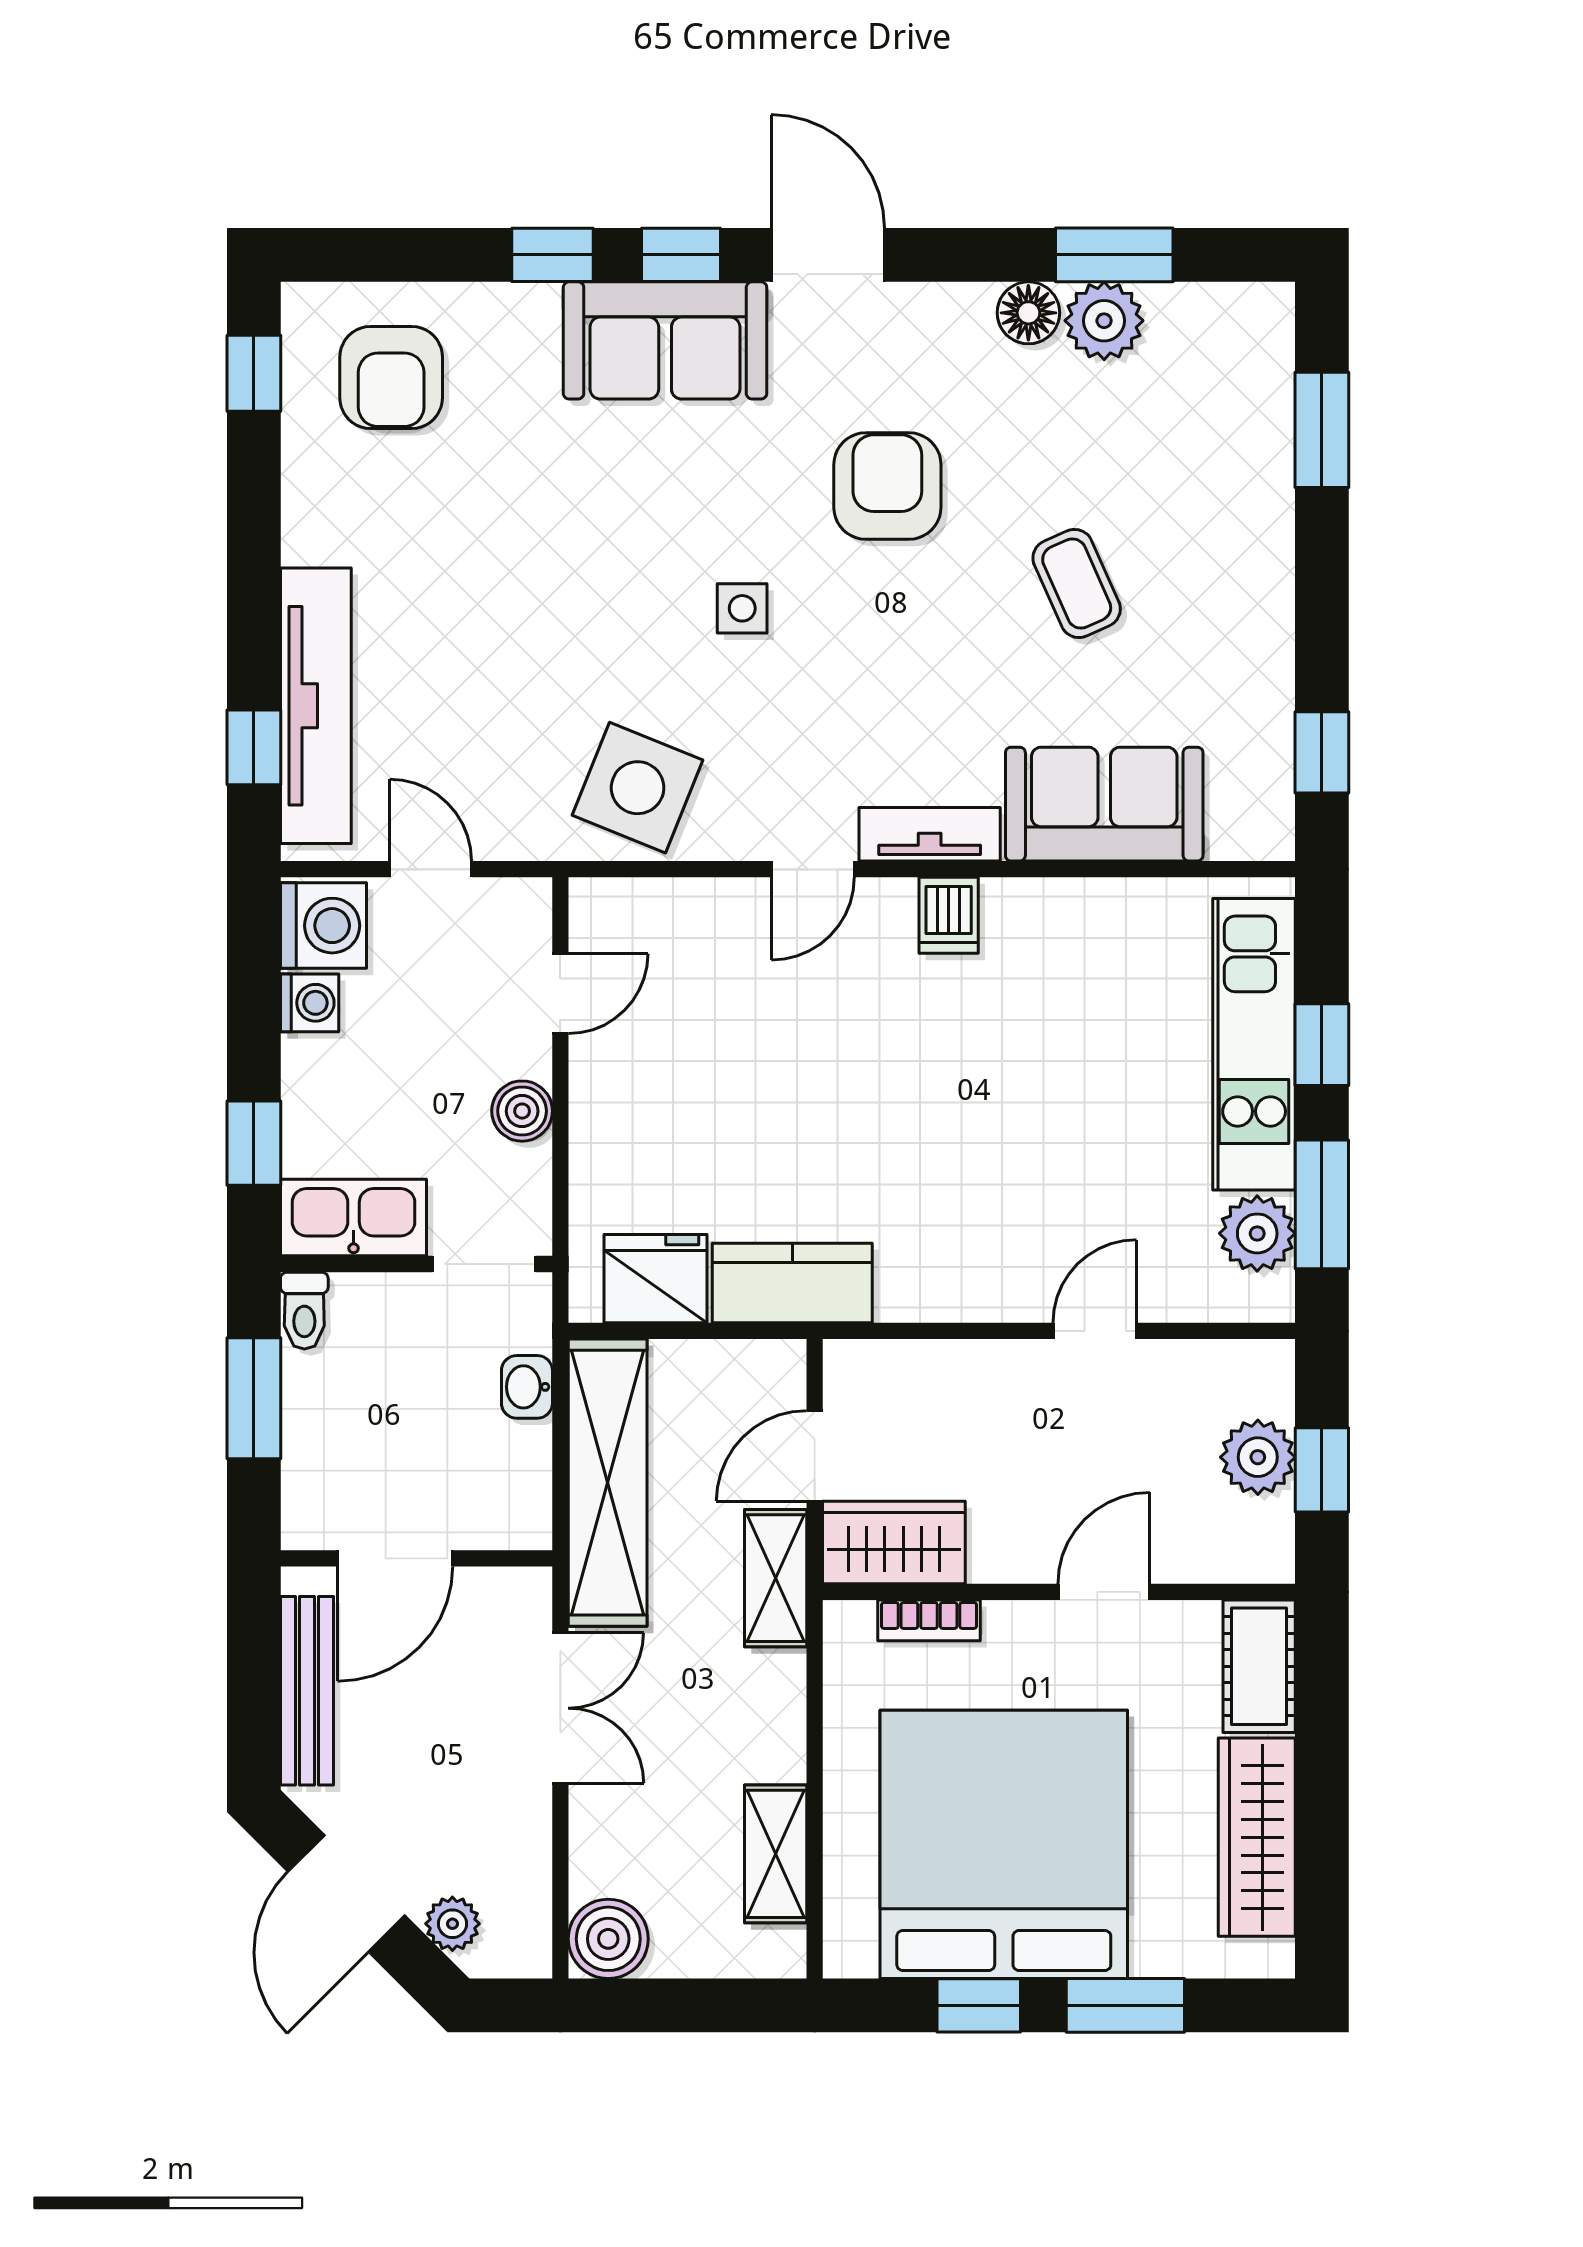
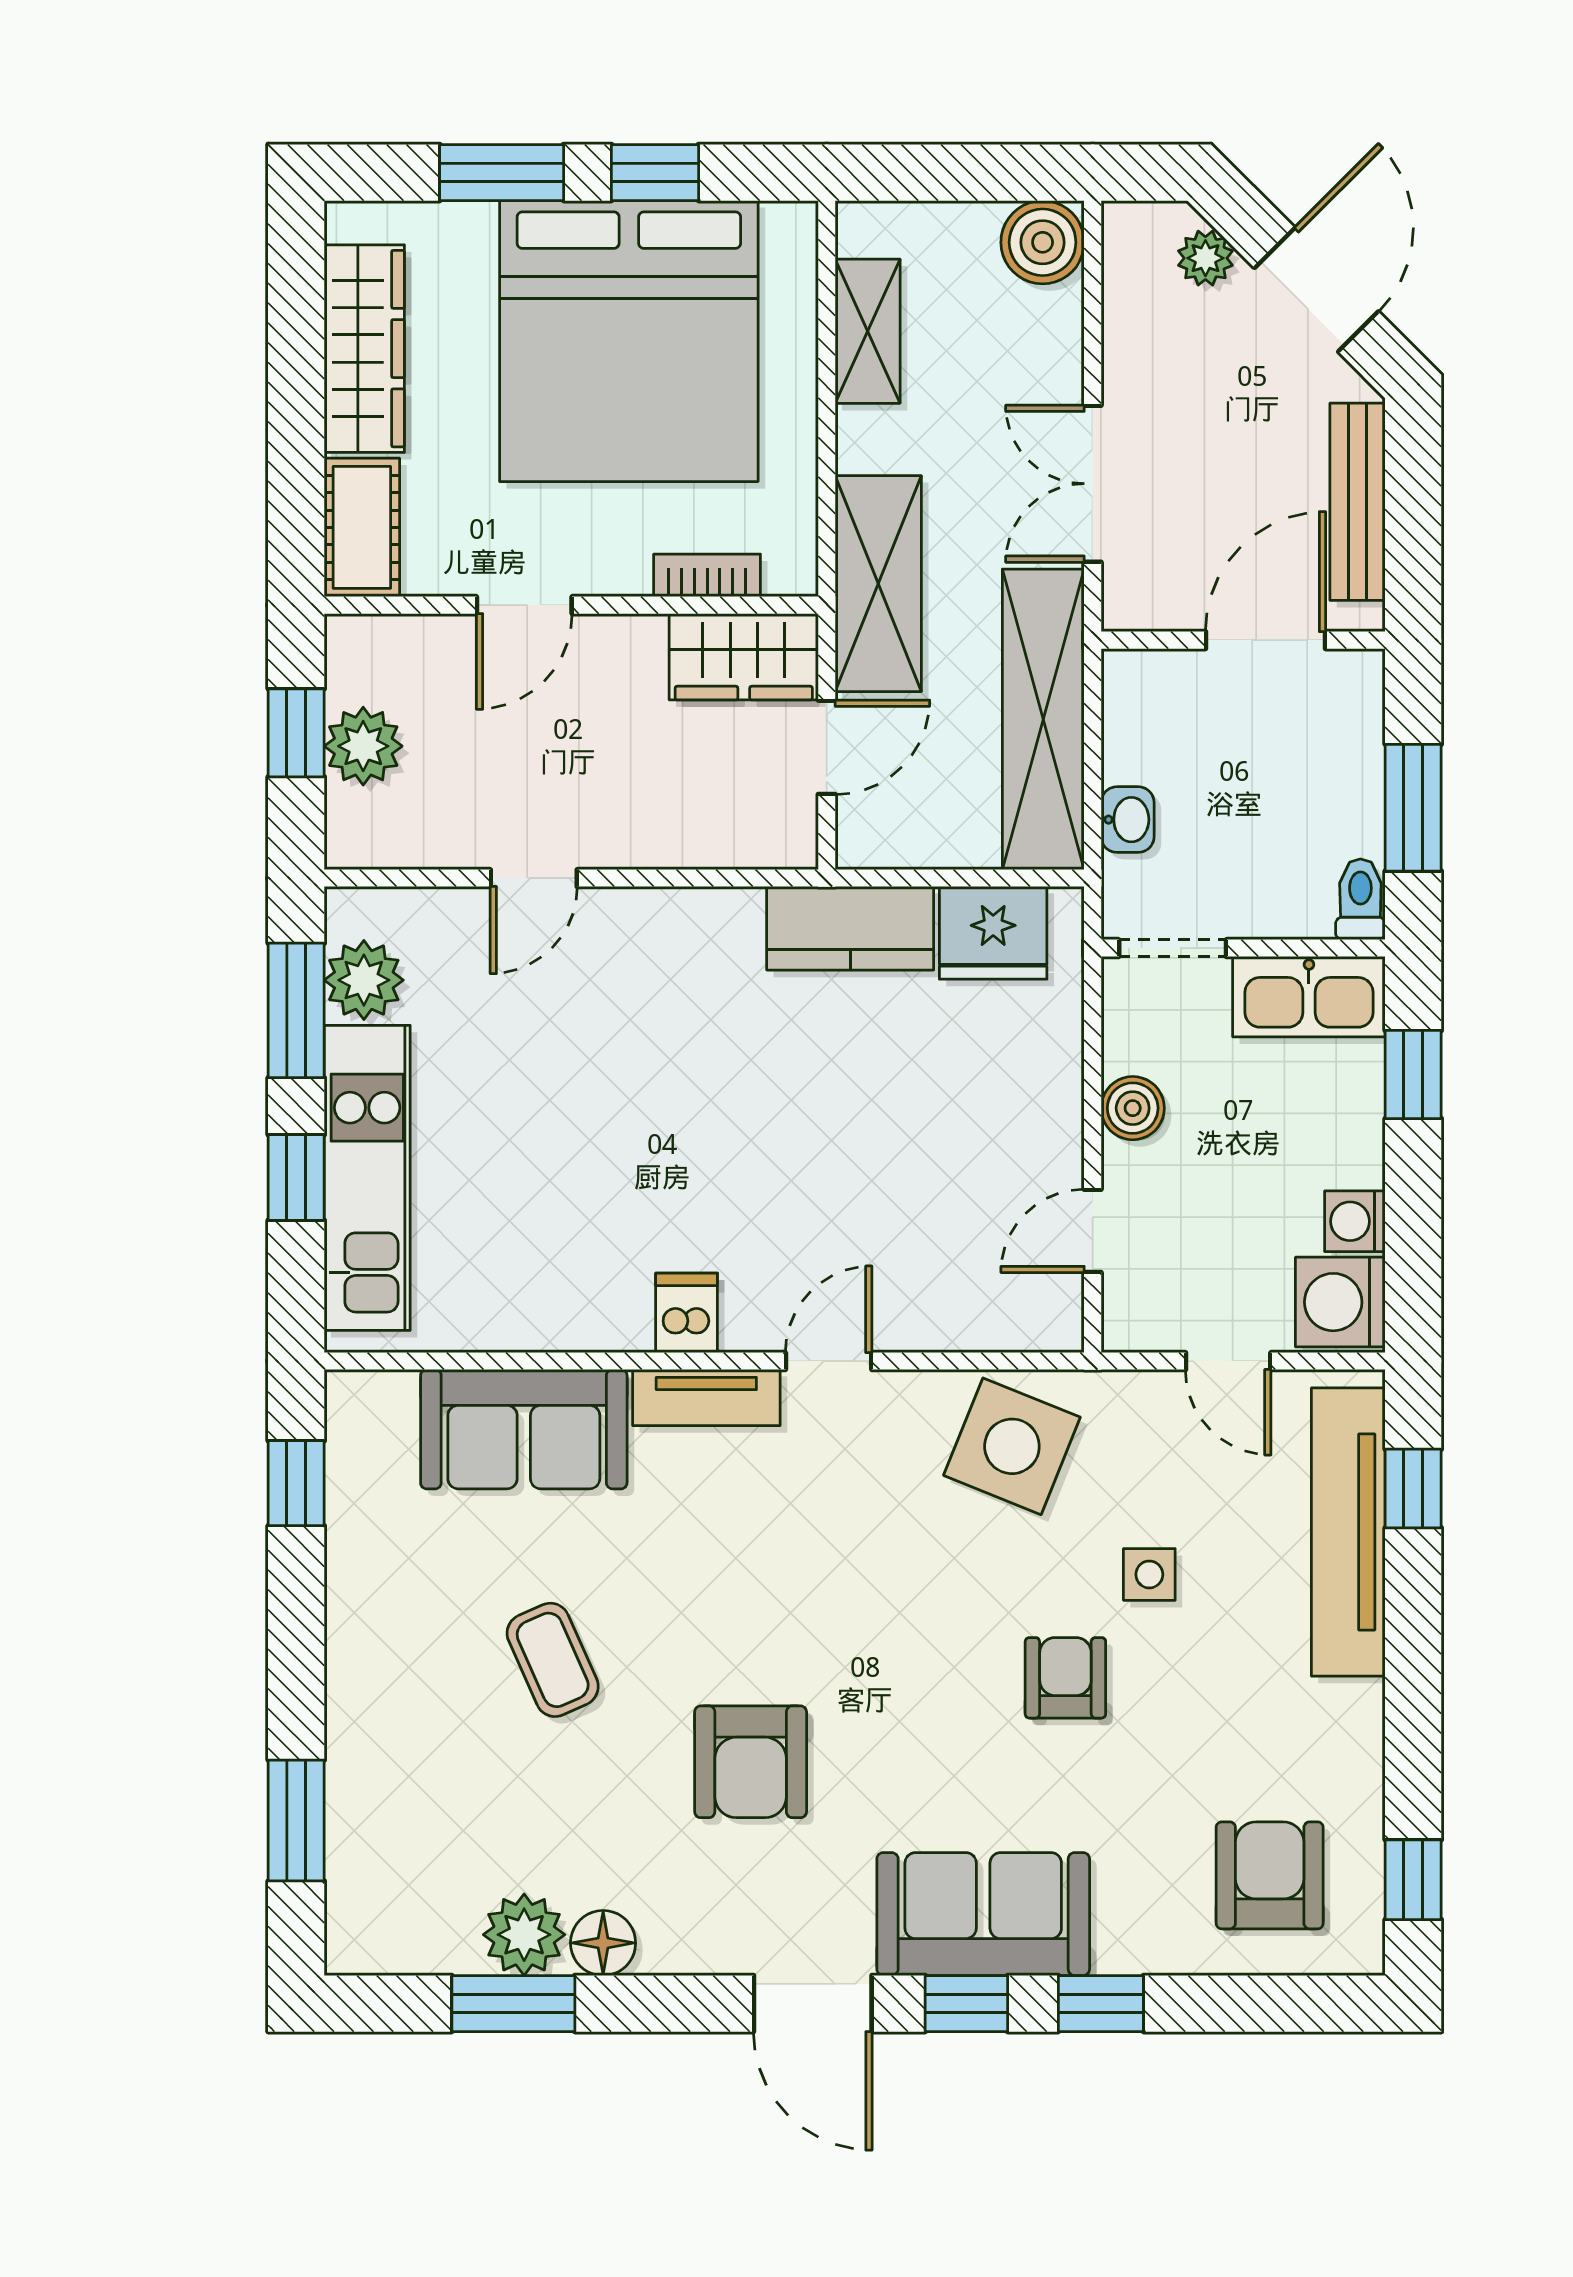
armchair: (586, 566) -> (1065, 1678), added
side table: (742, 608) -> (1149, 1574), moved
shelving: (776, 1578) -> (878, 584), width x1.50, depth x1.33

